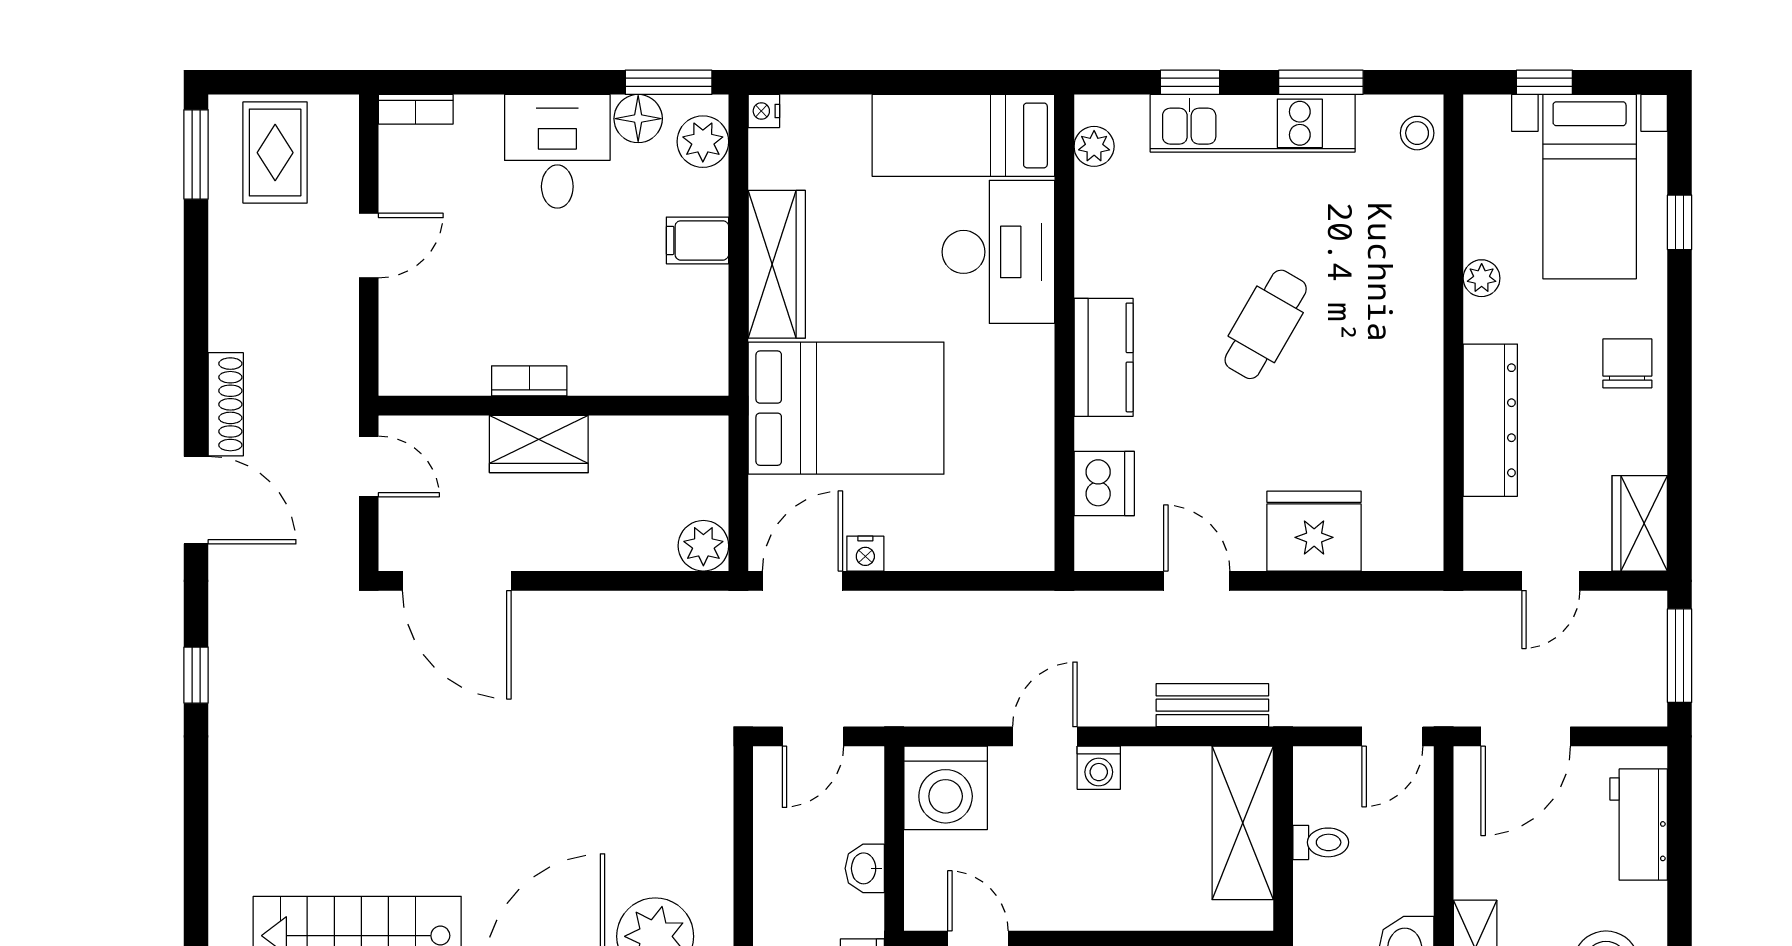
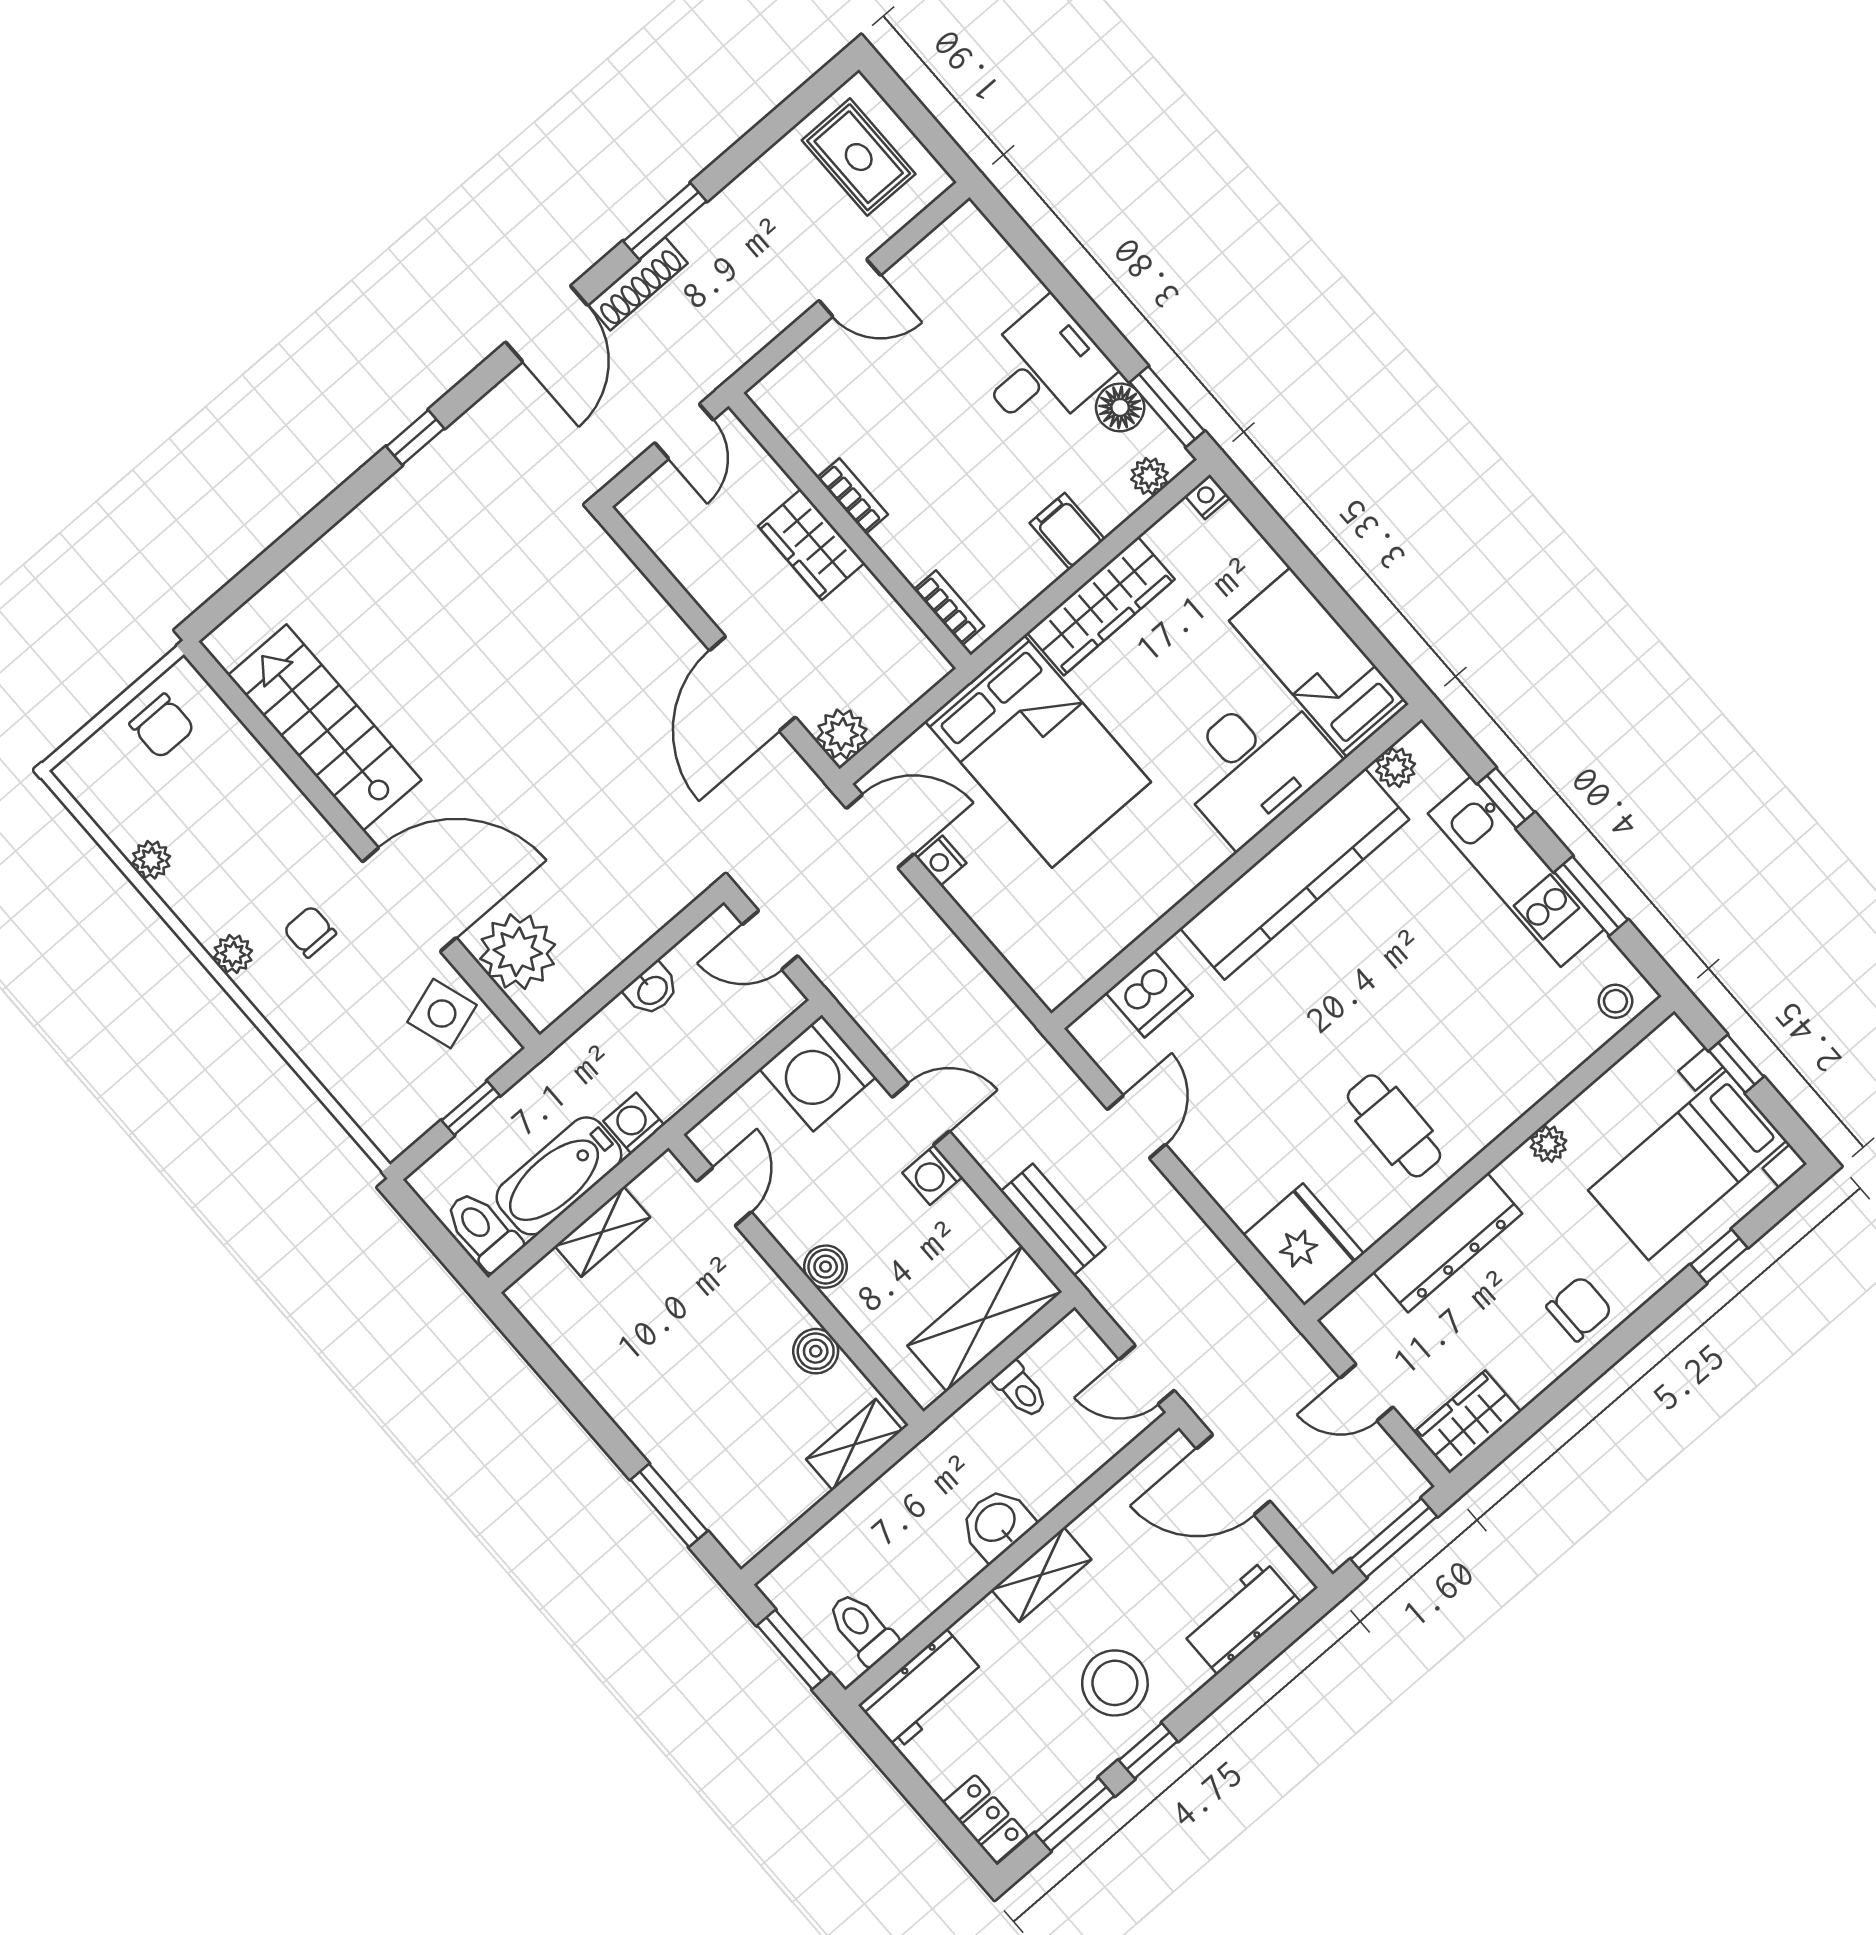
bookcase: (416, 109) -> (949, 608), moved, turned 180
plant: (703, 142) -> (1149, 476), width x0.73, depth x0.73
rug: (275, 153) -> (859, 157), turned 90
window: (196, 154) -> (665, 221), moved
cafe table: (1266, 324) -> (1394, 1126), moved, turned 61
kitchen counter: (1104, 357) -> (1295, 874), width x2.08, depth x1.17
fridge: (1314, 531) -> (1303, 1244), moved
door: (457, 581) -> (752, 684), moved
washbasin: (865, 868) -> (652, 990), moved, turned 180
boiler: (1098, 910) -> (826, 1267), added

